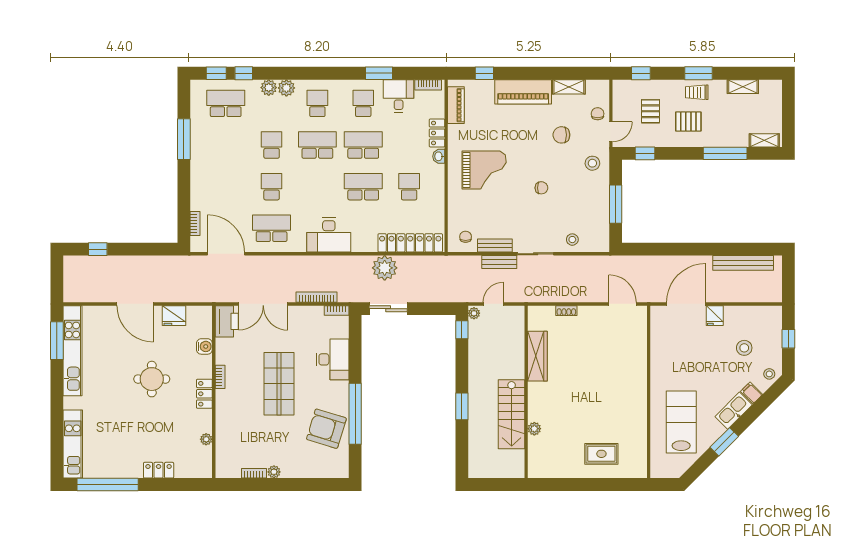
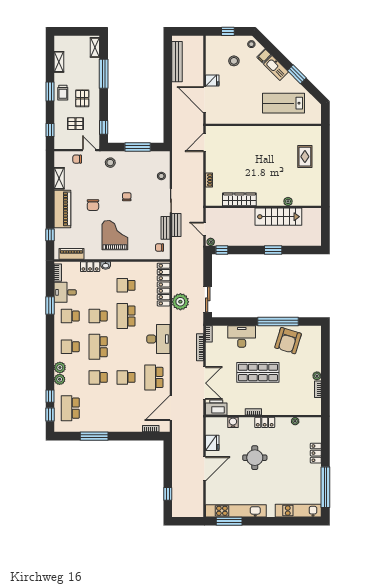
chair: (561, 135) -> (93, 205), moved
school desk: (363, 145) -> (98, 316), width x0.54

